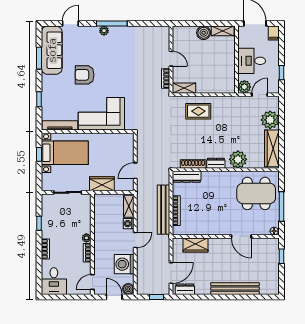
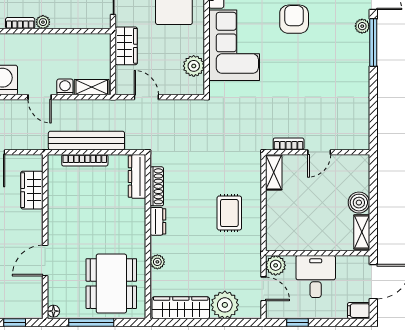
window: (112, 23) -> (373, 42), moved
plant: (104, 31) -> (362, 26), moved
rug: (198, 111) -> (229, 213), moved
plant: (115, 140) -> (194, 66), added
plant: (238, 159) -> (157, 262), width x0.53, depth x0.53

